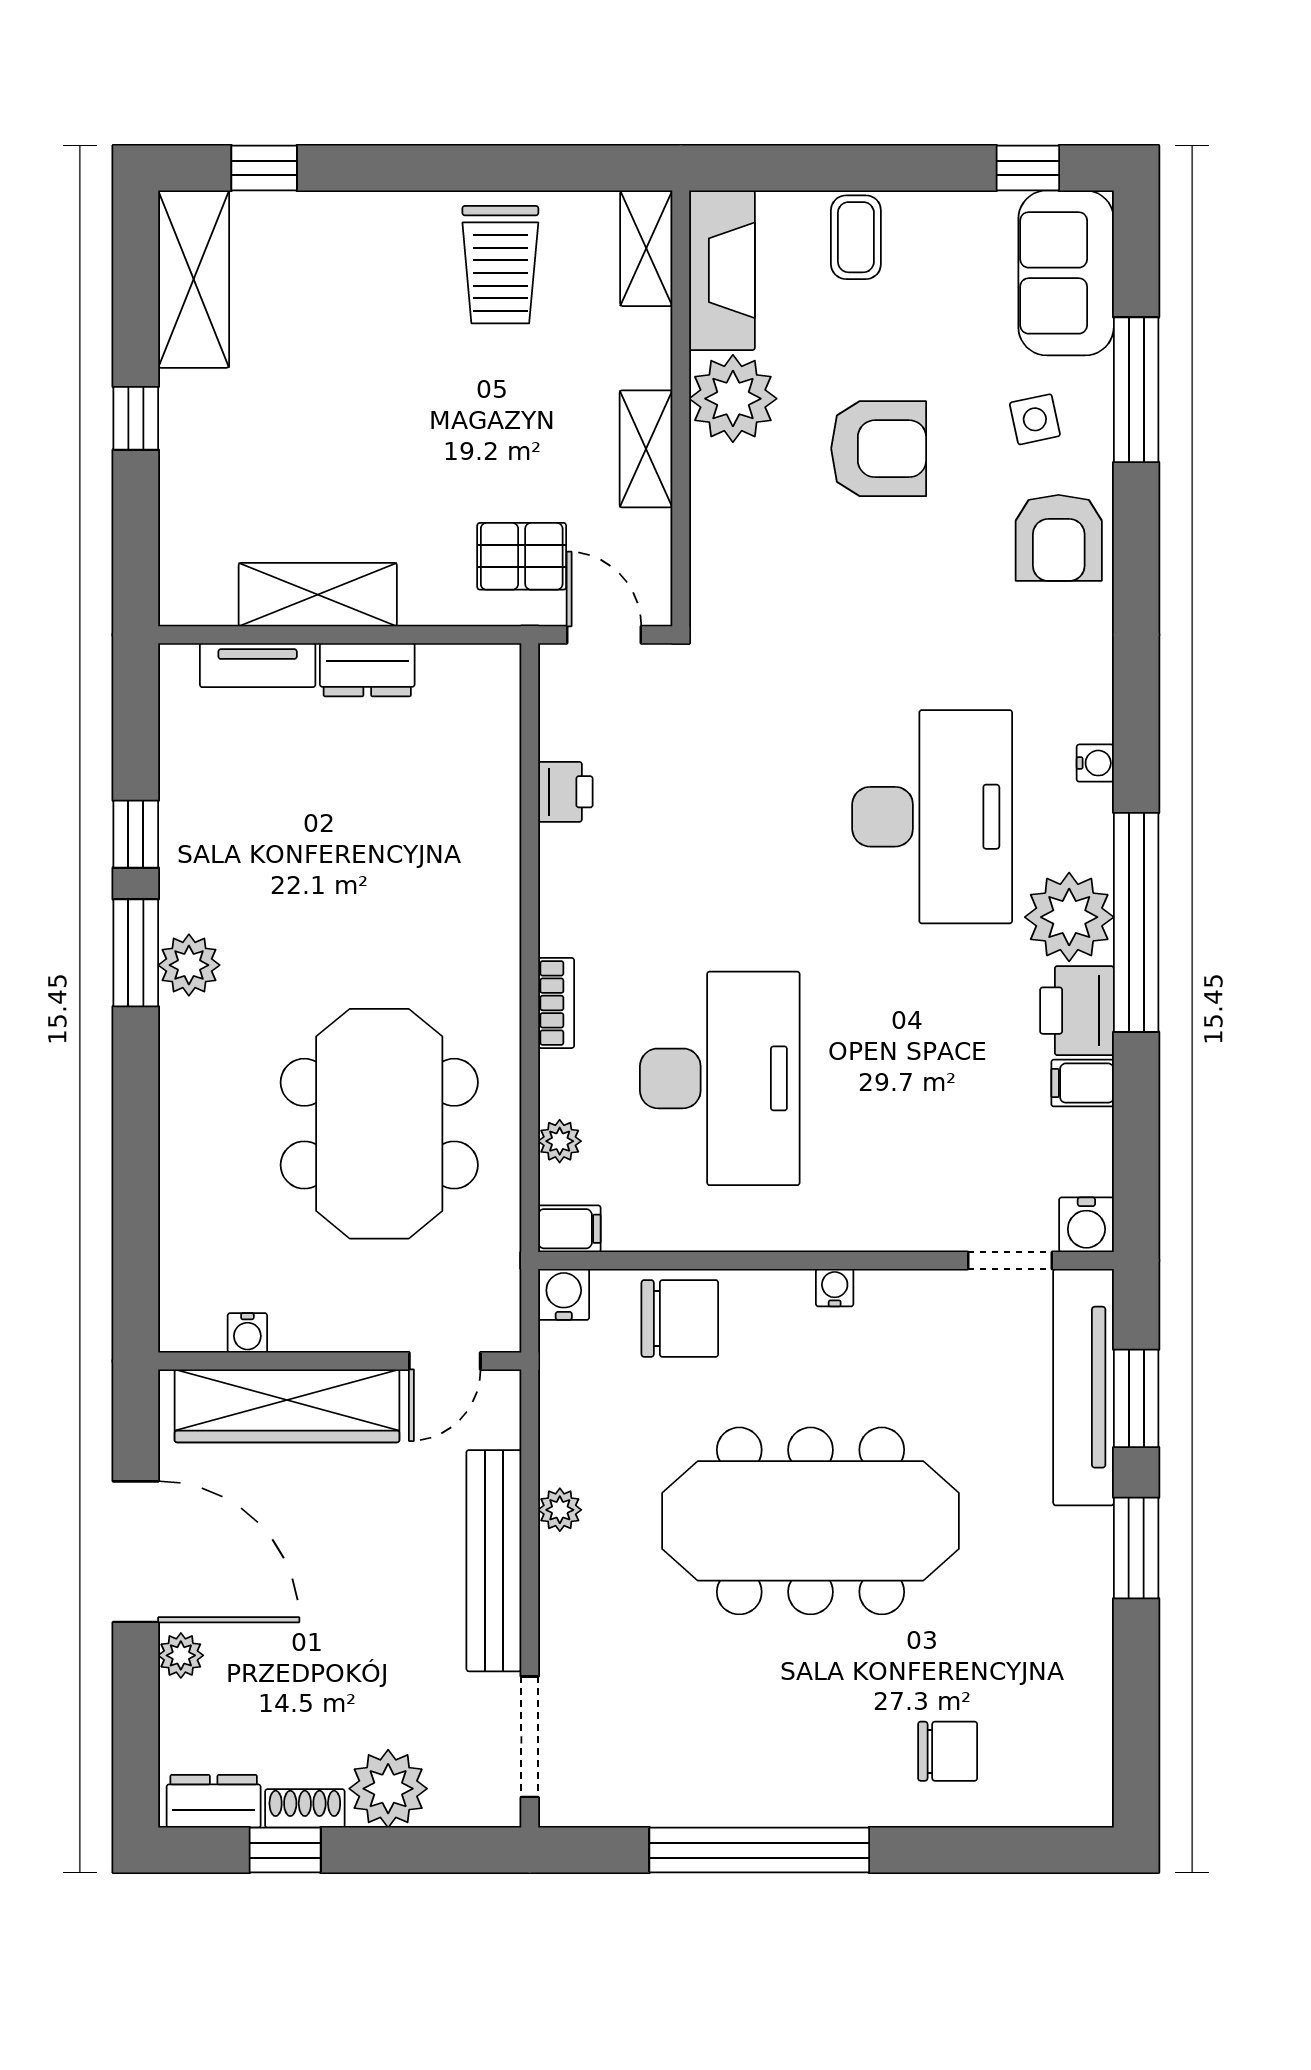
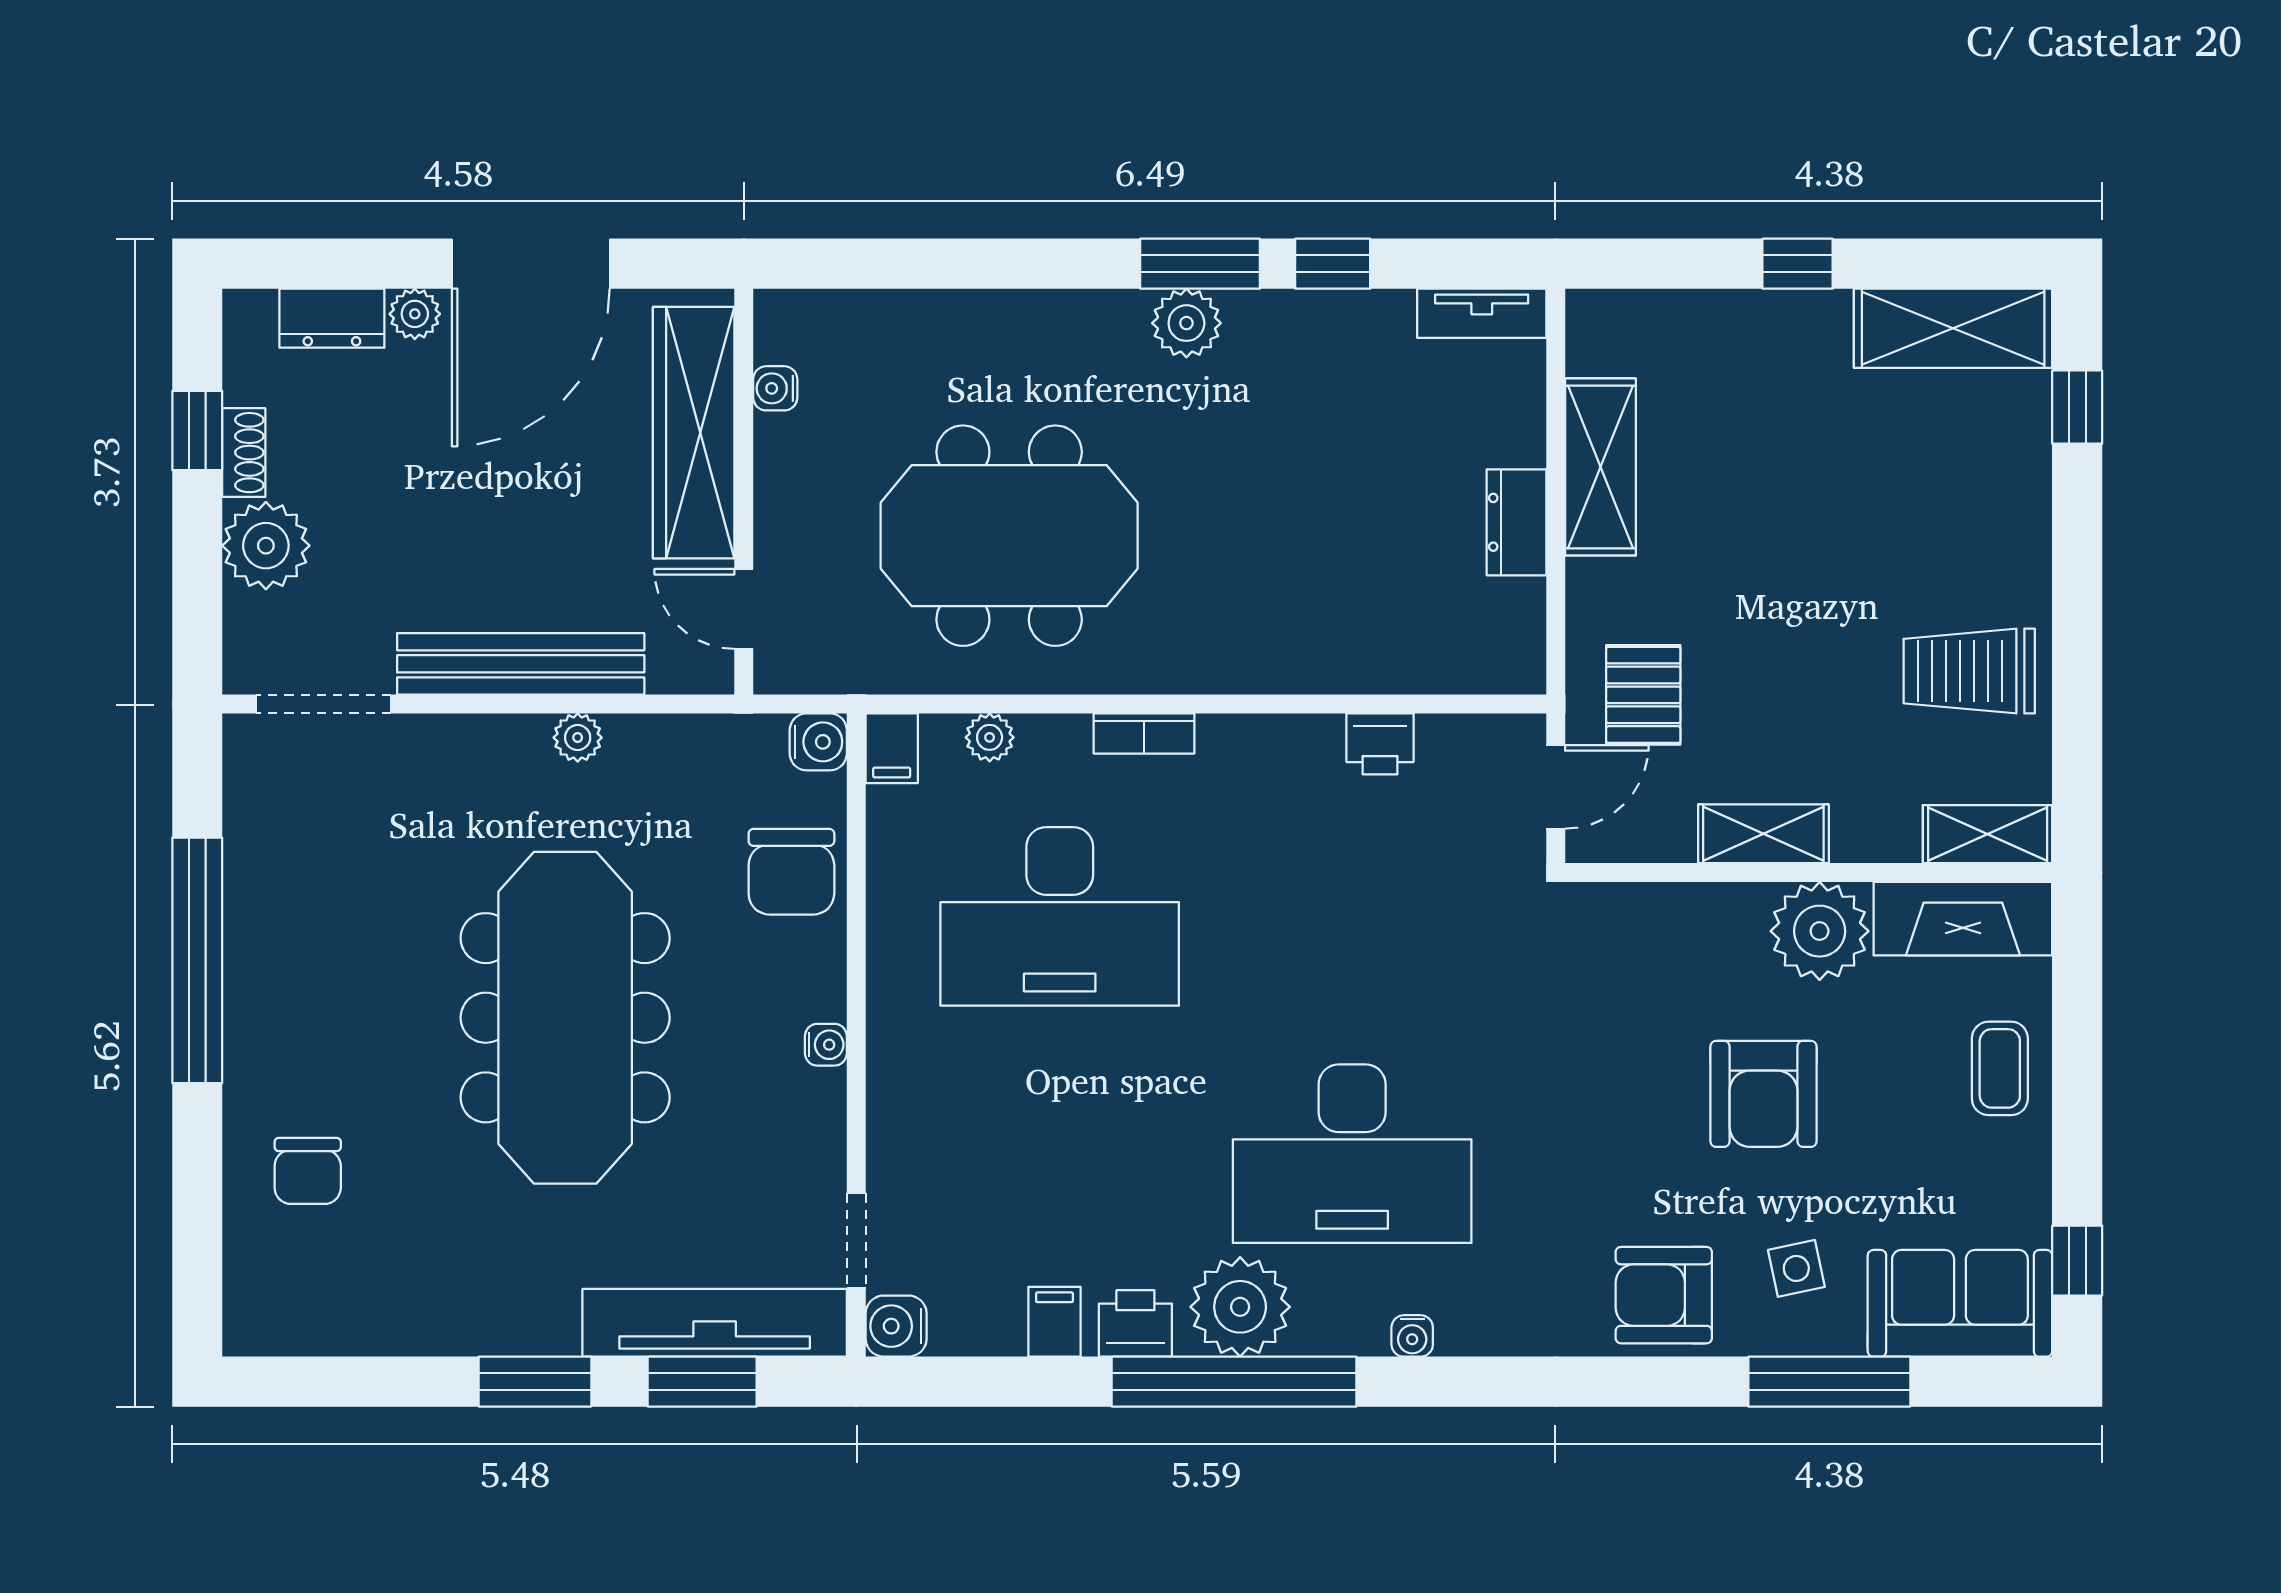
coffee table: (856, 237) -> (2000, 1068), turned 90
tv unit: (258, 665) -> (1482, 313), moved, turned -90
printer: (1077, 1011) -> (1135, 1323), width x0.73, depth x0.81
dresser: (214, 1801) -> (332, 318), moved, turned 90

